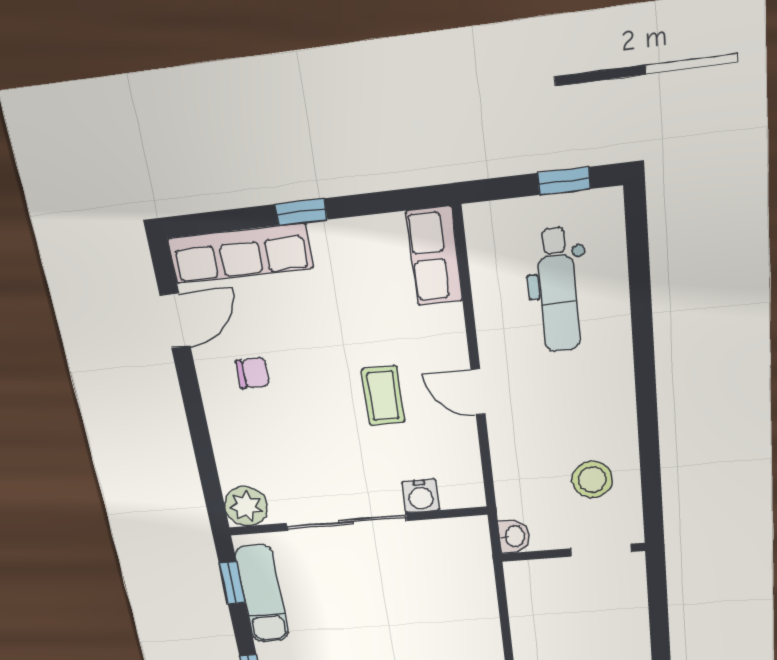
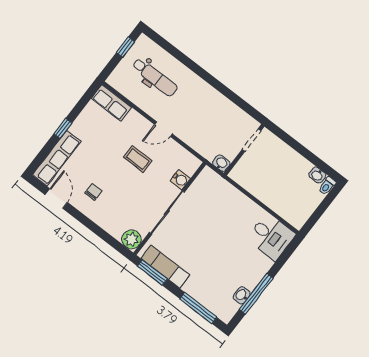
stool: (592, 480) -> (224, 121), removed
window: (232, 583) -> (152, 273), width x1.50

